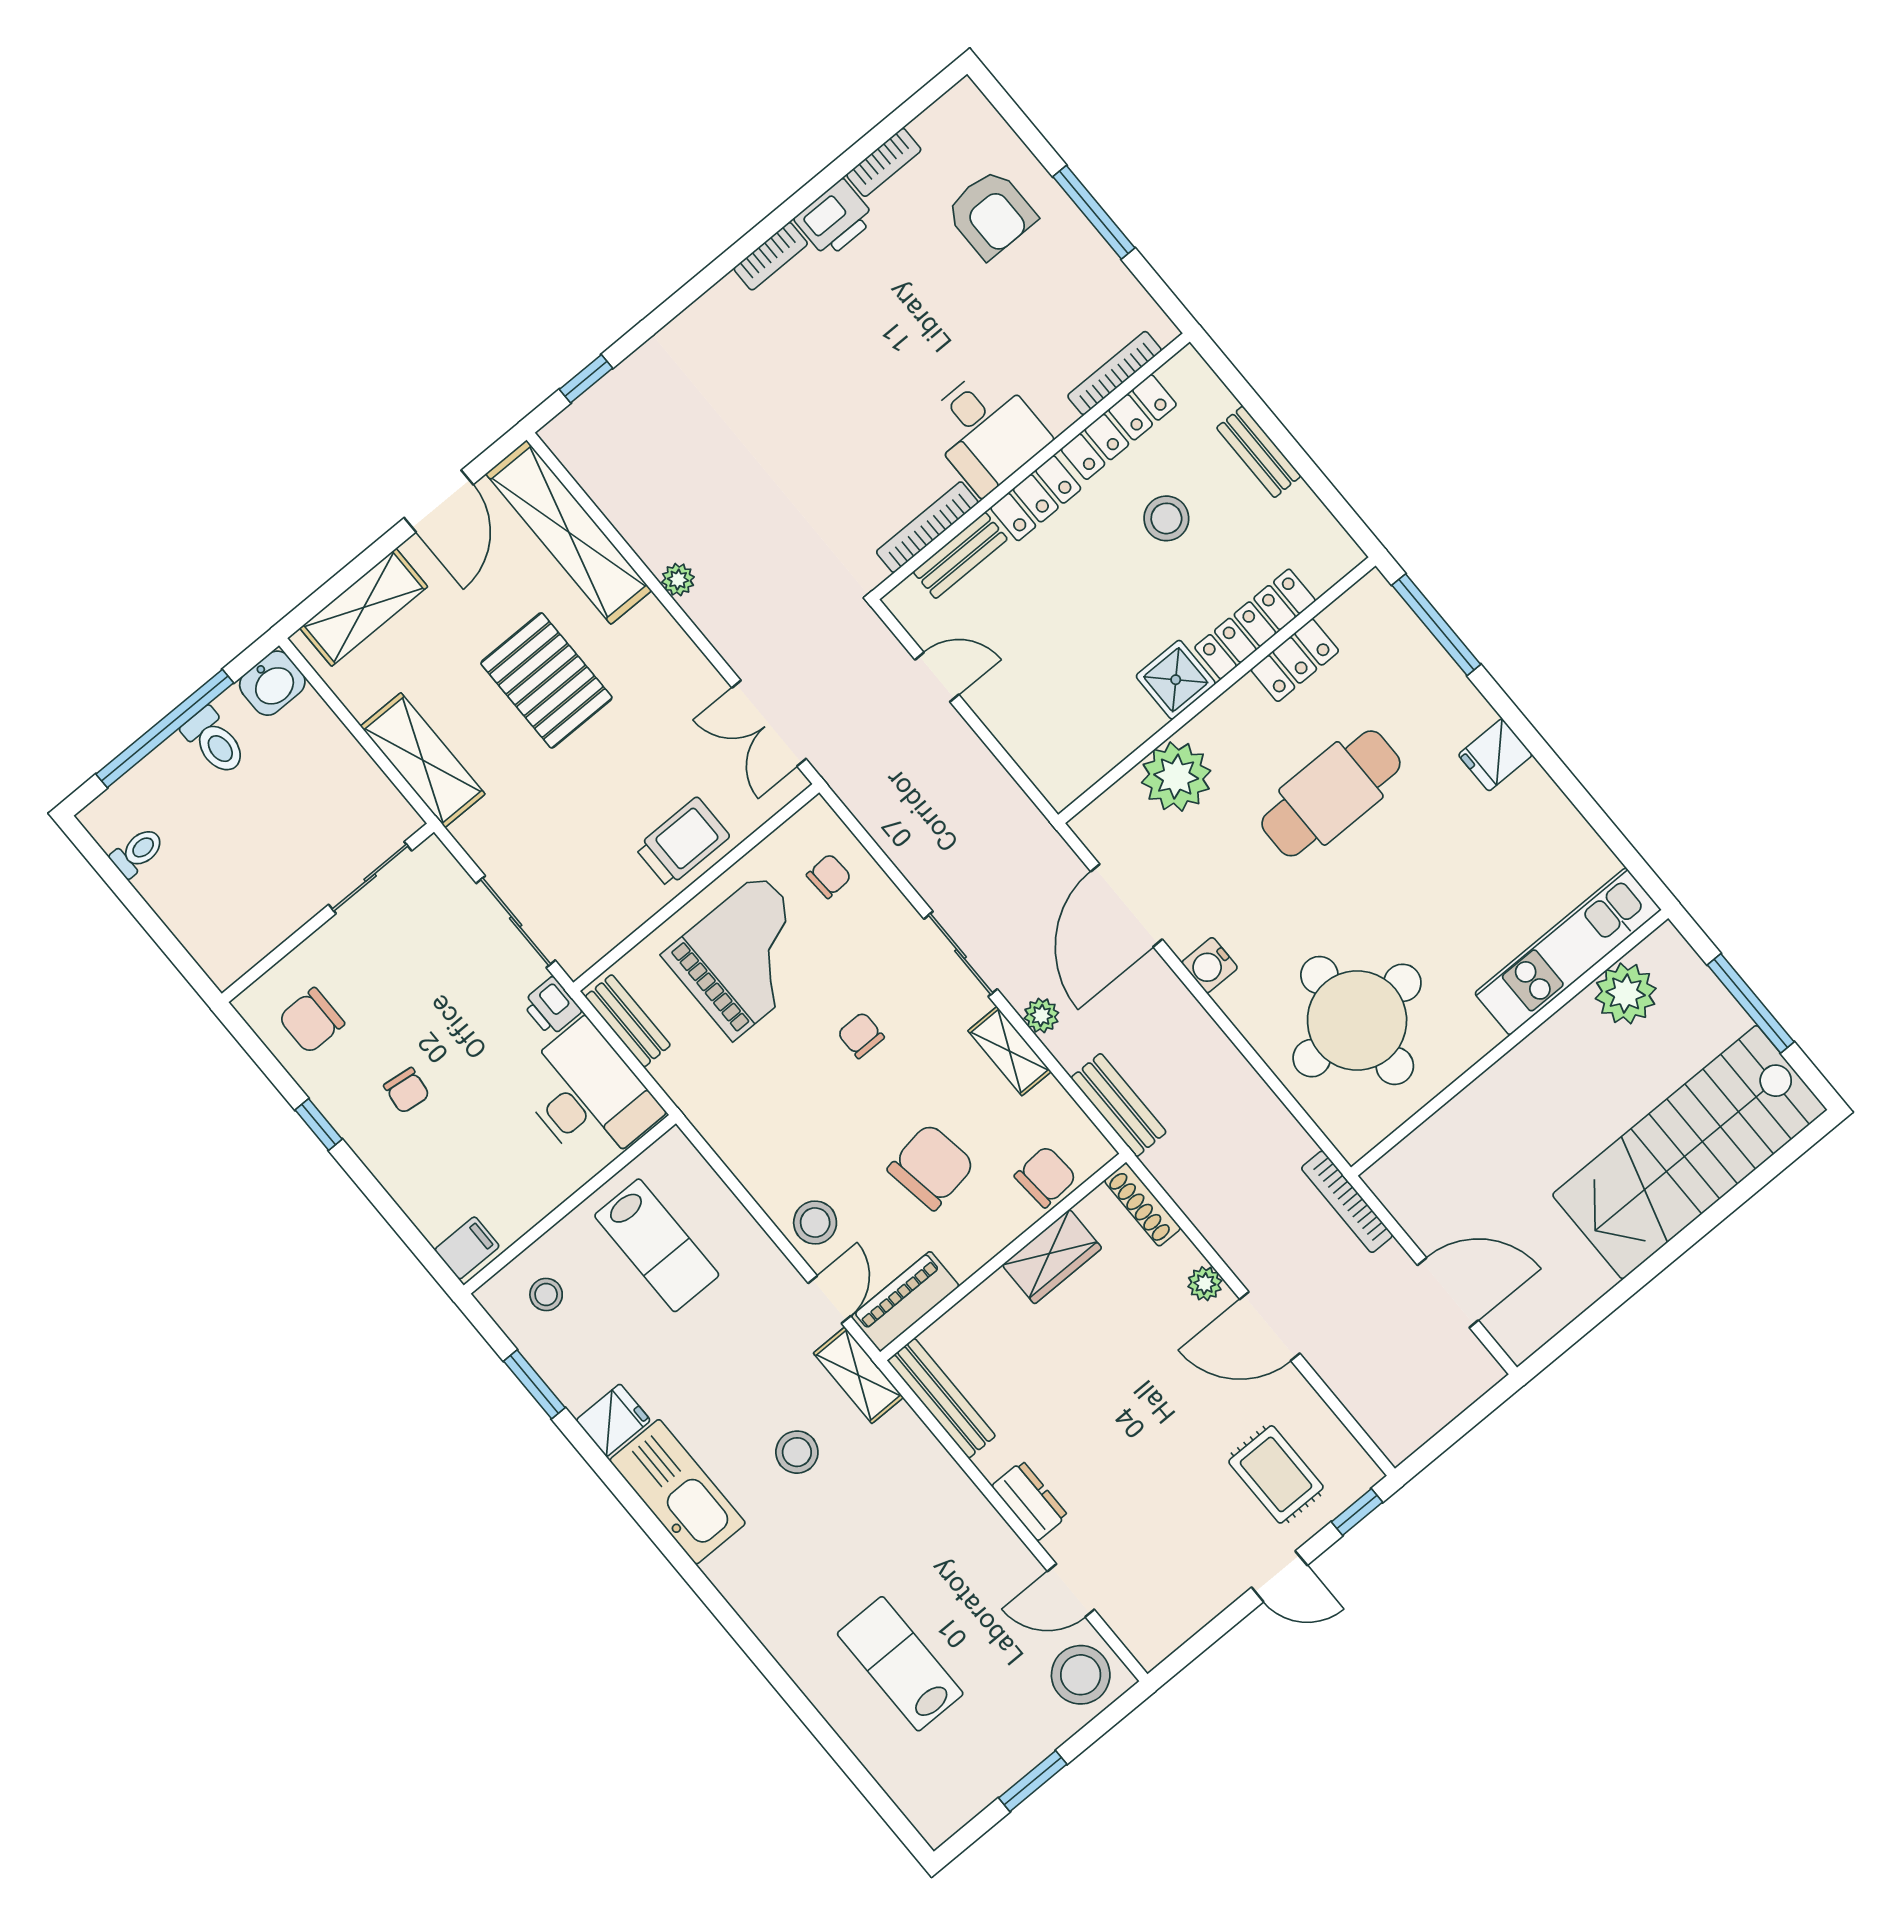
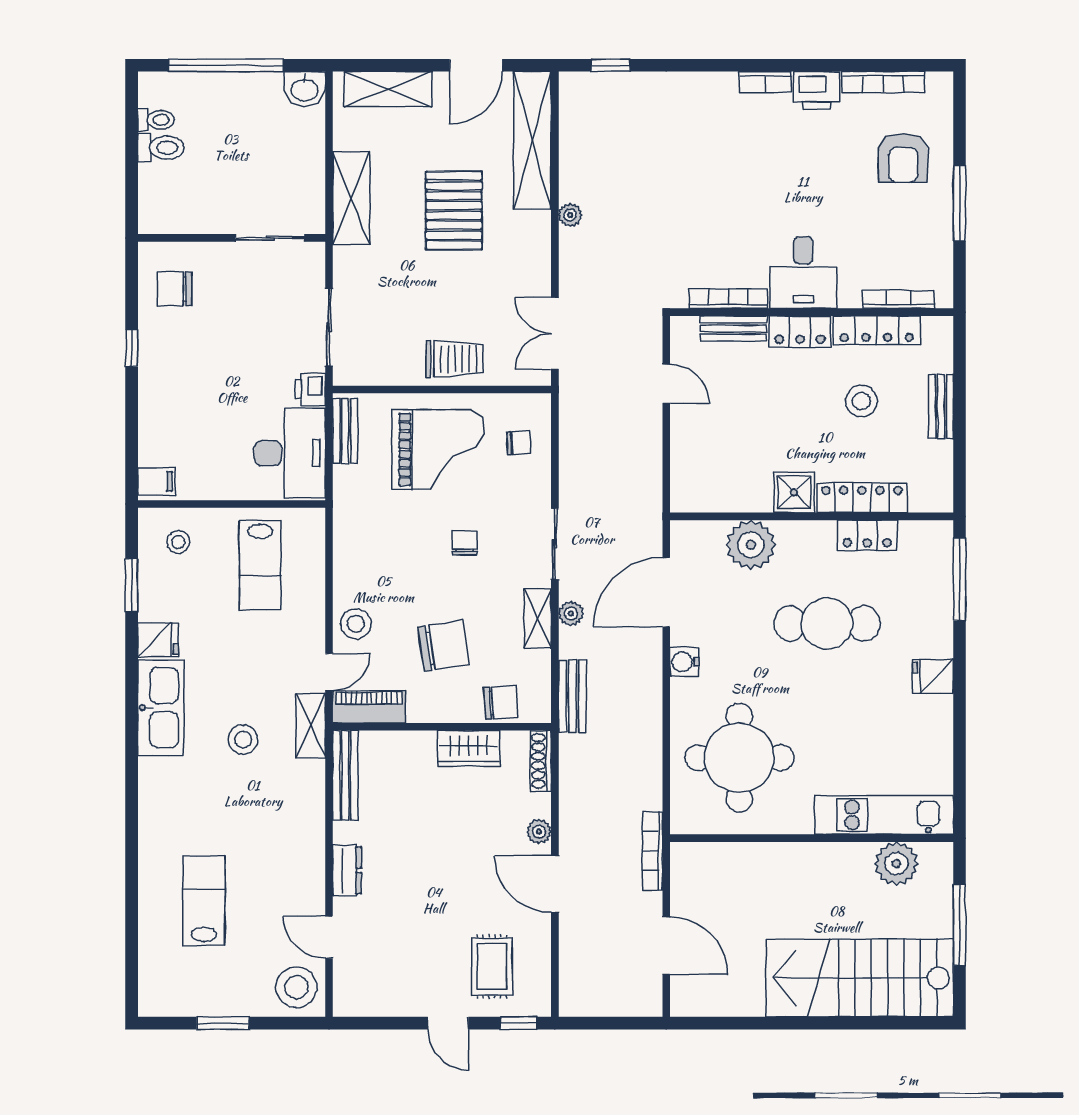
bookcase: (884, 162) -> (883, 82), width x1.56
toilet: (214, 741) -> (161, 148), moved, turned -90
chair: (407, 1091) -> (194, 369), removed

